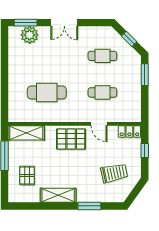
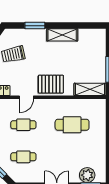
door: (99, 124) -> (26, 97), swing flipped
pallet: (27, 175) -> (89, 52), removed

